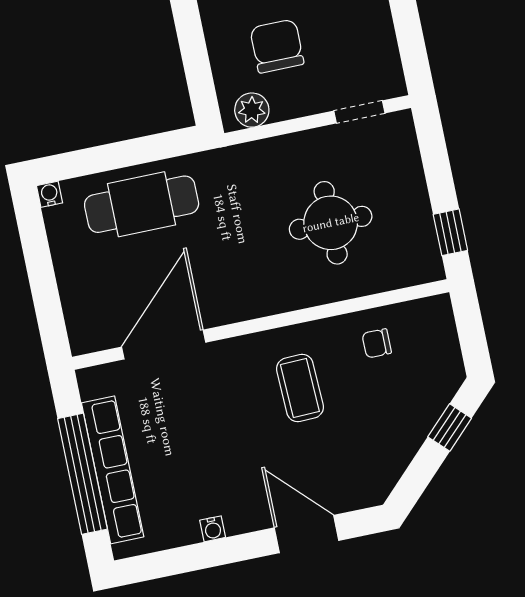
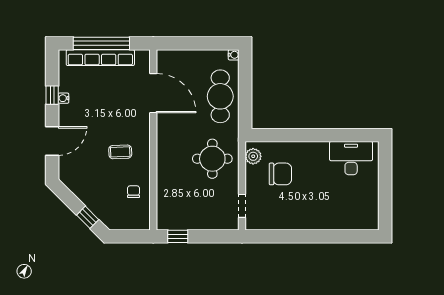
round table: (331, 223) -> (212, 159), moved
coffee table: (300, 388) -> (120, 152), width x0.73, depth x0.77
window: (211, 554) -> (52, 95), added

